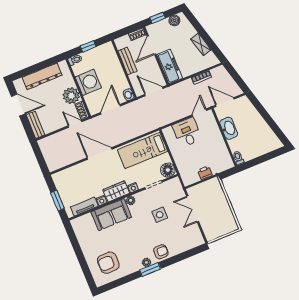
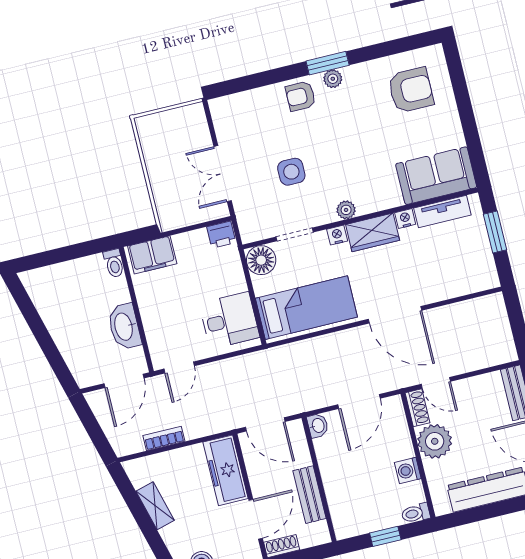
washing machine: (88, 82) -> (408, 470), width x0.53, depth x0.53
door: (225, 102) -> (124, 381), hinge flipped
desk: (187, 132) -> (229, 320), moved, turned -90
filing cabinet: (220, 165) -> (152, 255), added
printer: (205, 173) -> (221, 235), moved
double door: (193, 209) -> (223, 174), swing flipped
sofa: (111, 215) -> (436, 176), moved

